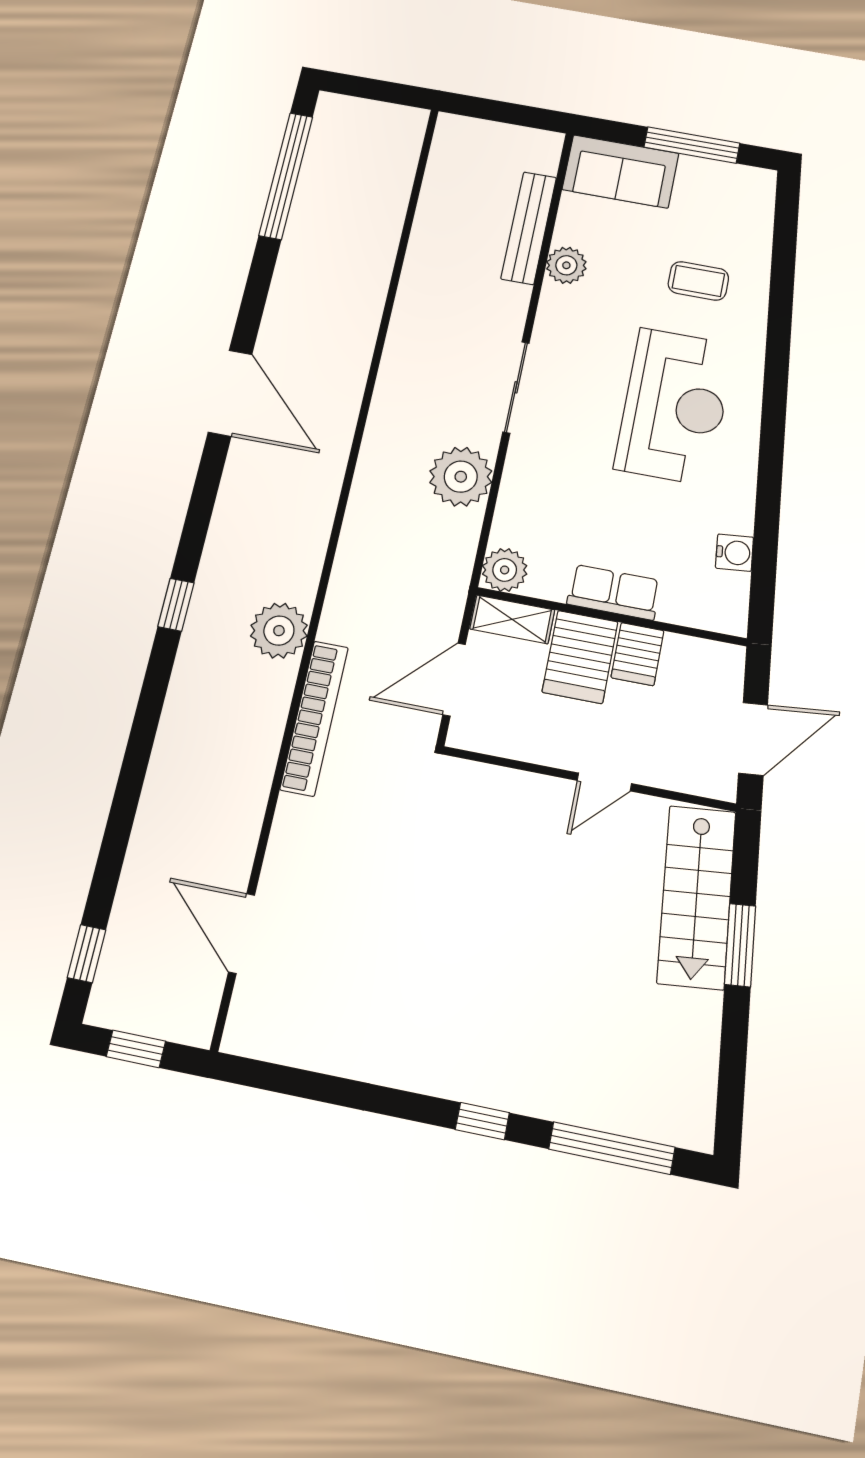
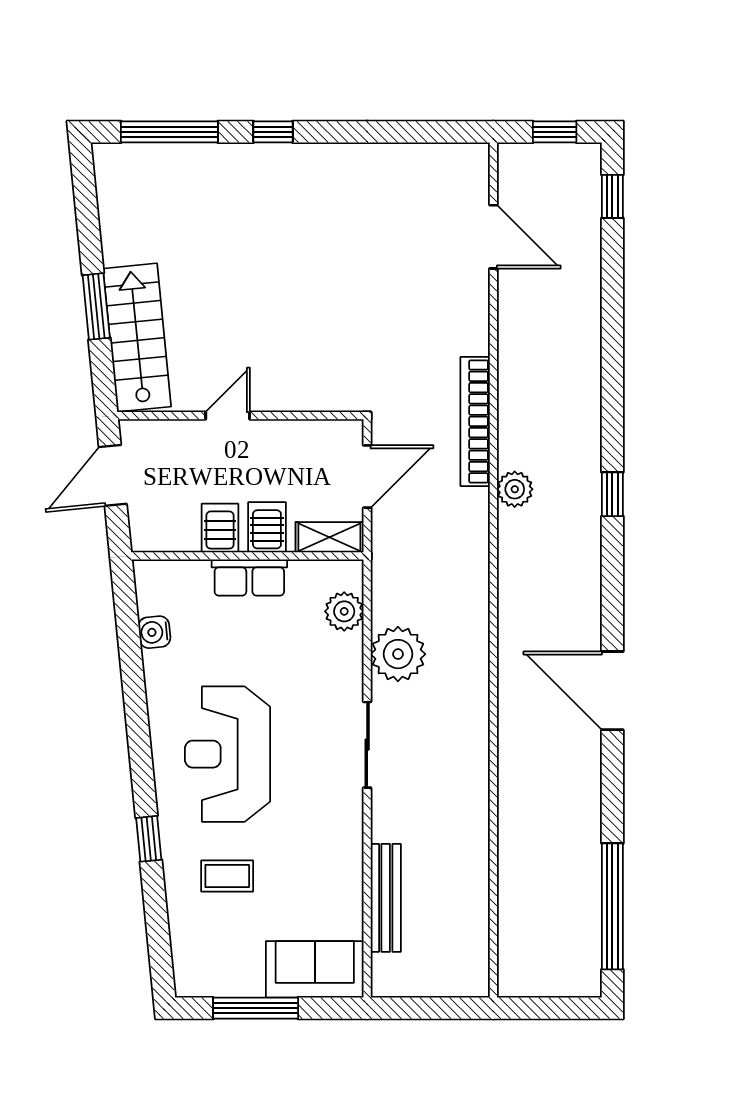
plant: (566, 265) -> (346, 868), removed
window: (779, 335) -> (149, 839), added
plant: (505, 570) -> (344, 611), moved
plant: (279, 631) -> (515, 489), width x0.73, depth x0.73
server rack: (580, 657) -> (267, 527), width x0.73, depth x0.70

